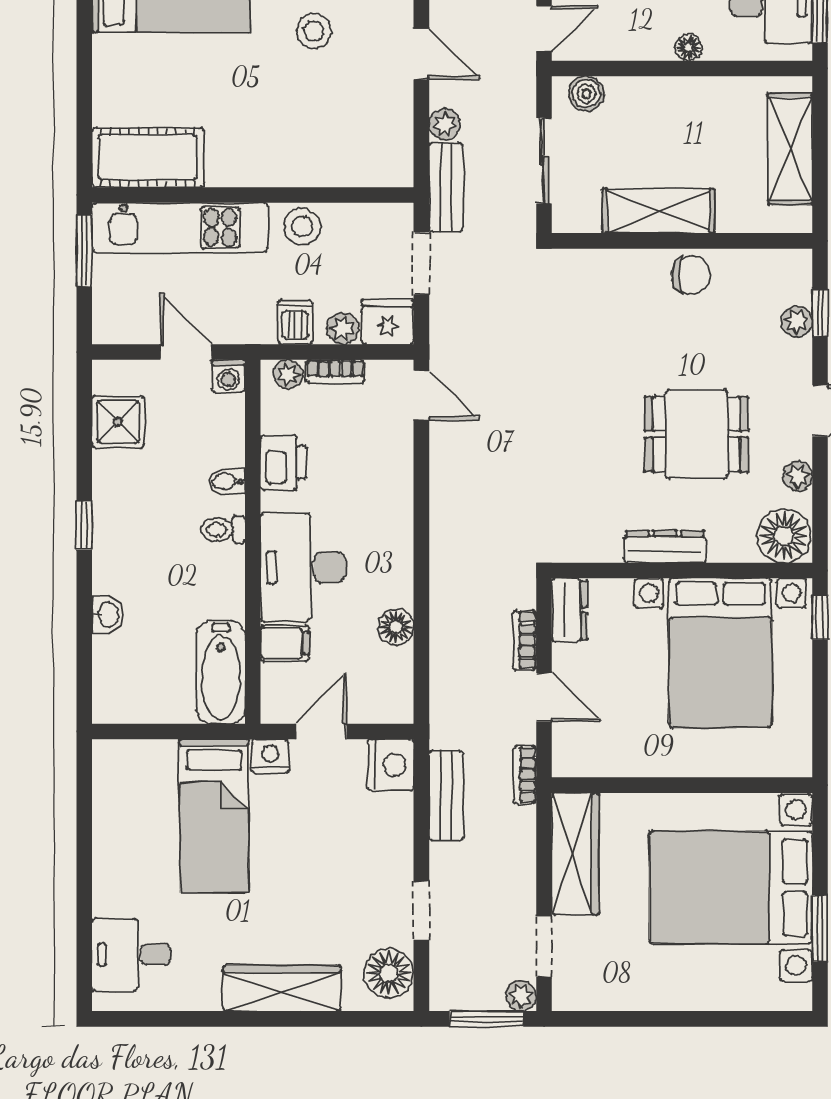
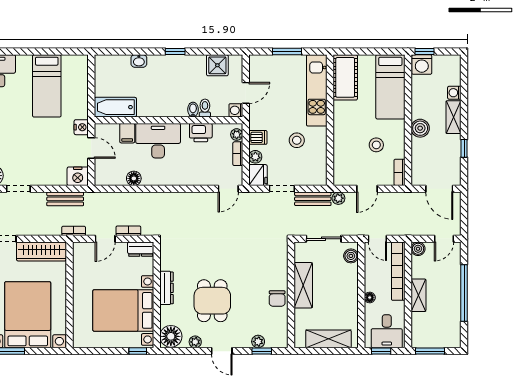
cot: (148, 157) -> (345, 77), moved
wall: (253, 195) -> (330, 120), moved
kitchen unit: (180, 227) -> (317, 90), moved
toilet: (223, 530) -> (205, 108), moved
bed: (214, 816) -> (47, 86), moved, turned -90

